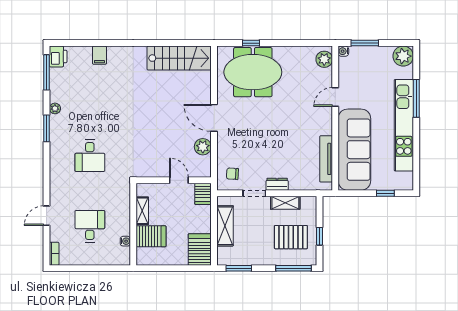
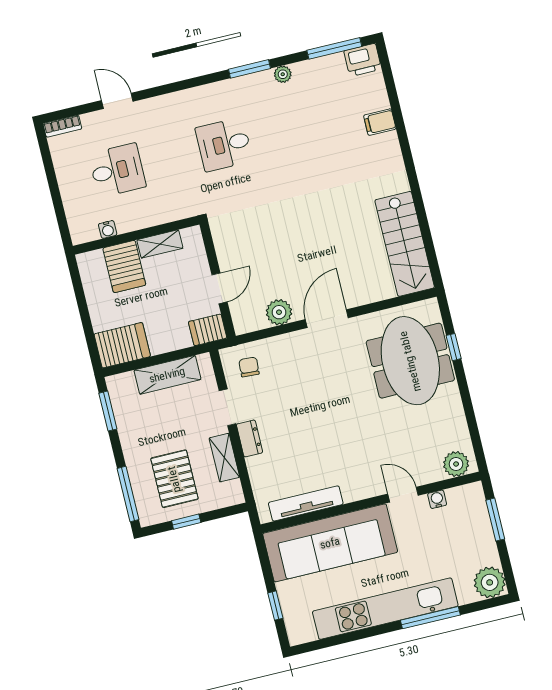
water cooler: (343, 51) -> (437, 499), moved

